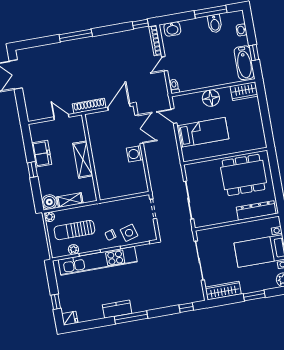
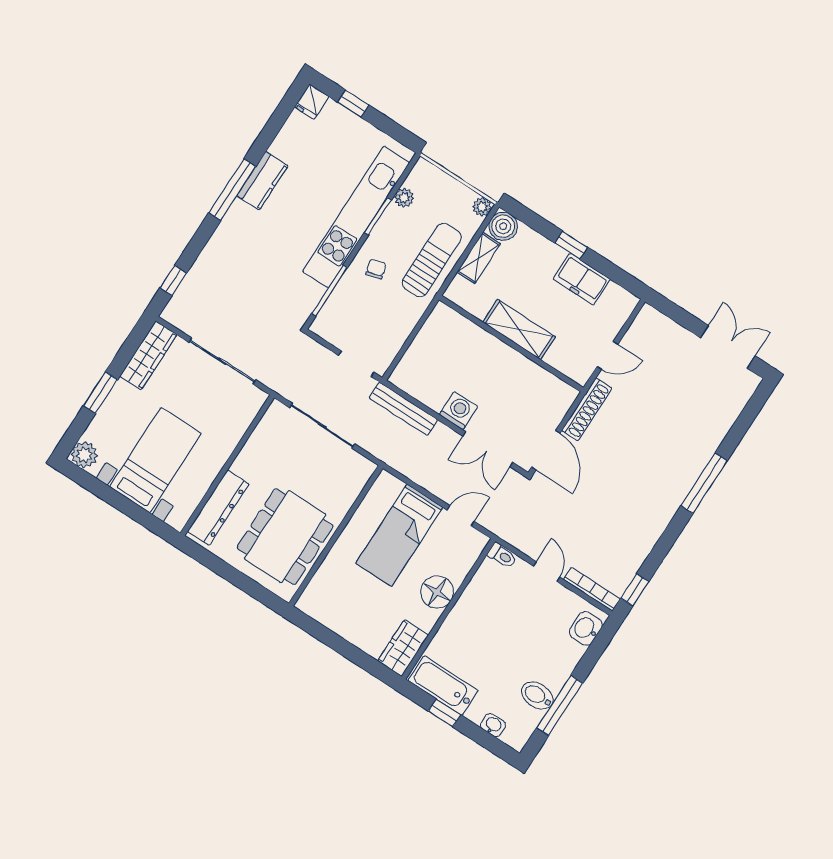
bench: (154, 175) -> (403, 409), added
sun lounger: (74, 230) -> (432, 260), moved
side table: (129, 233) -> (354, 298), removed

